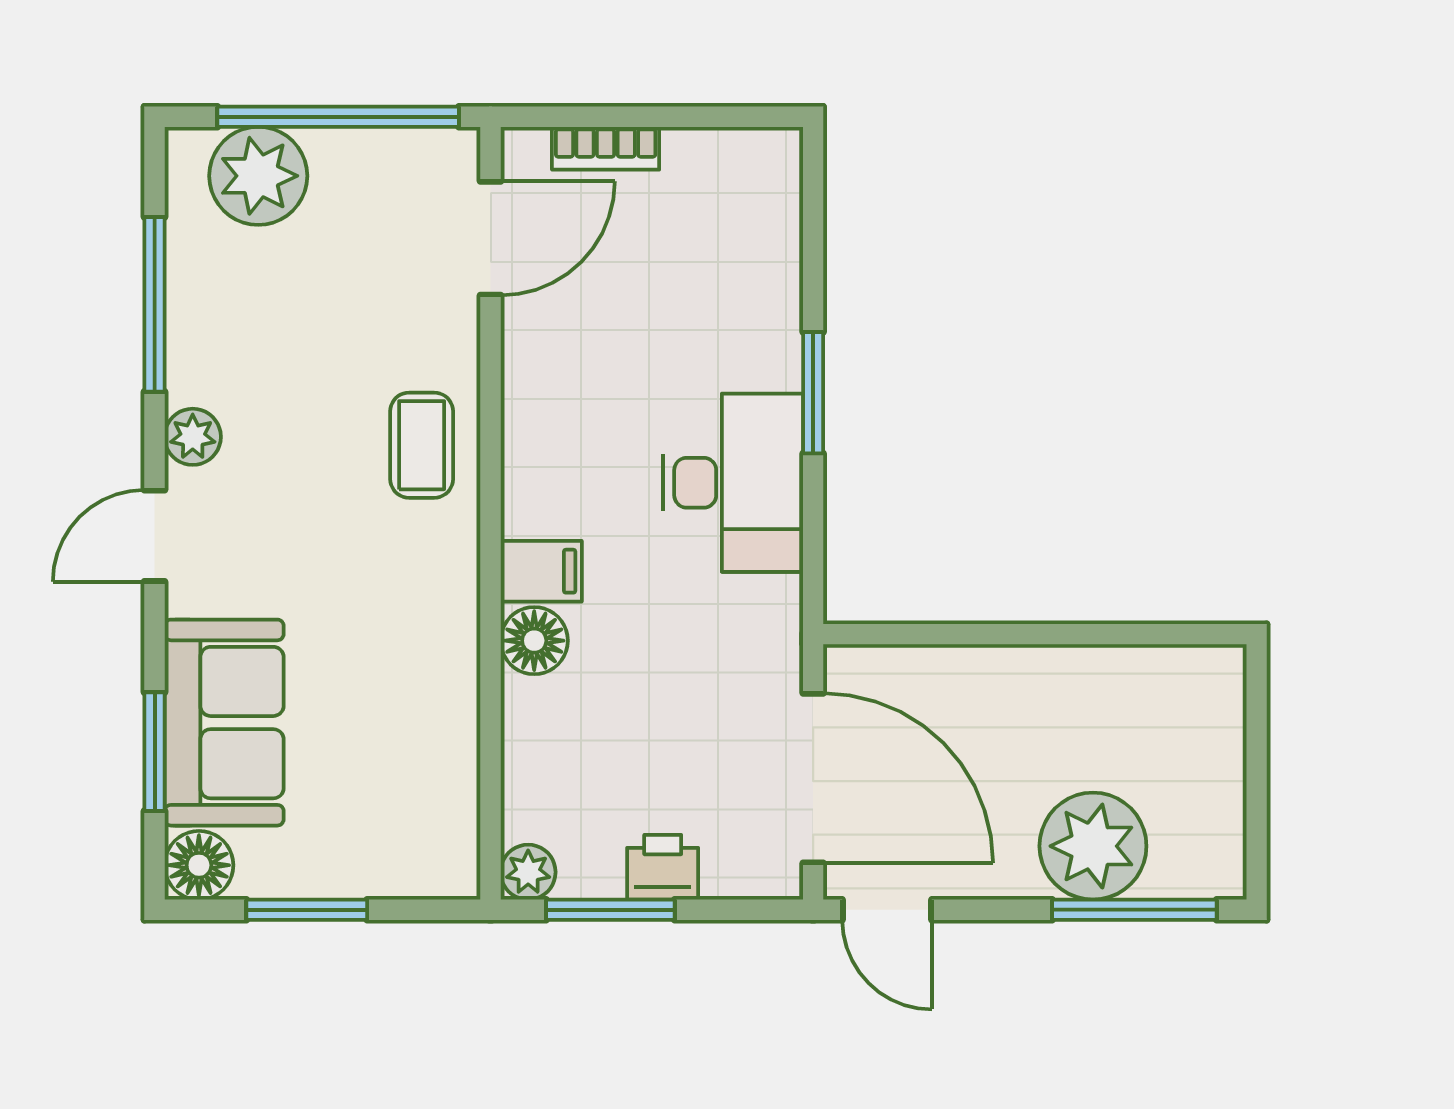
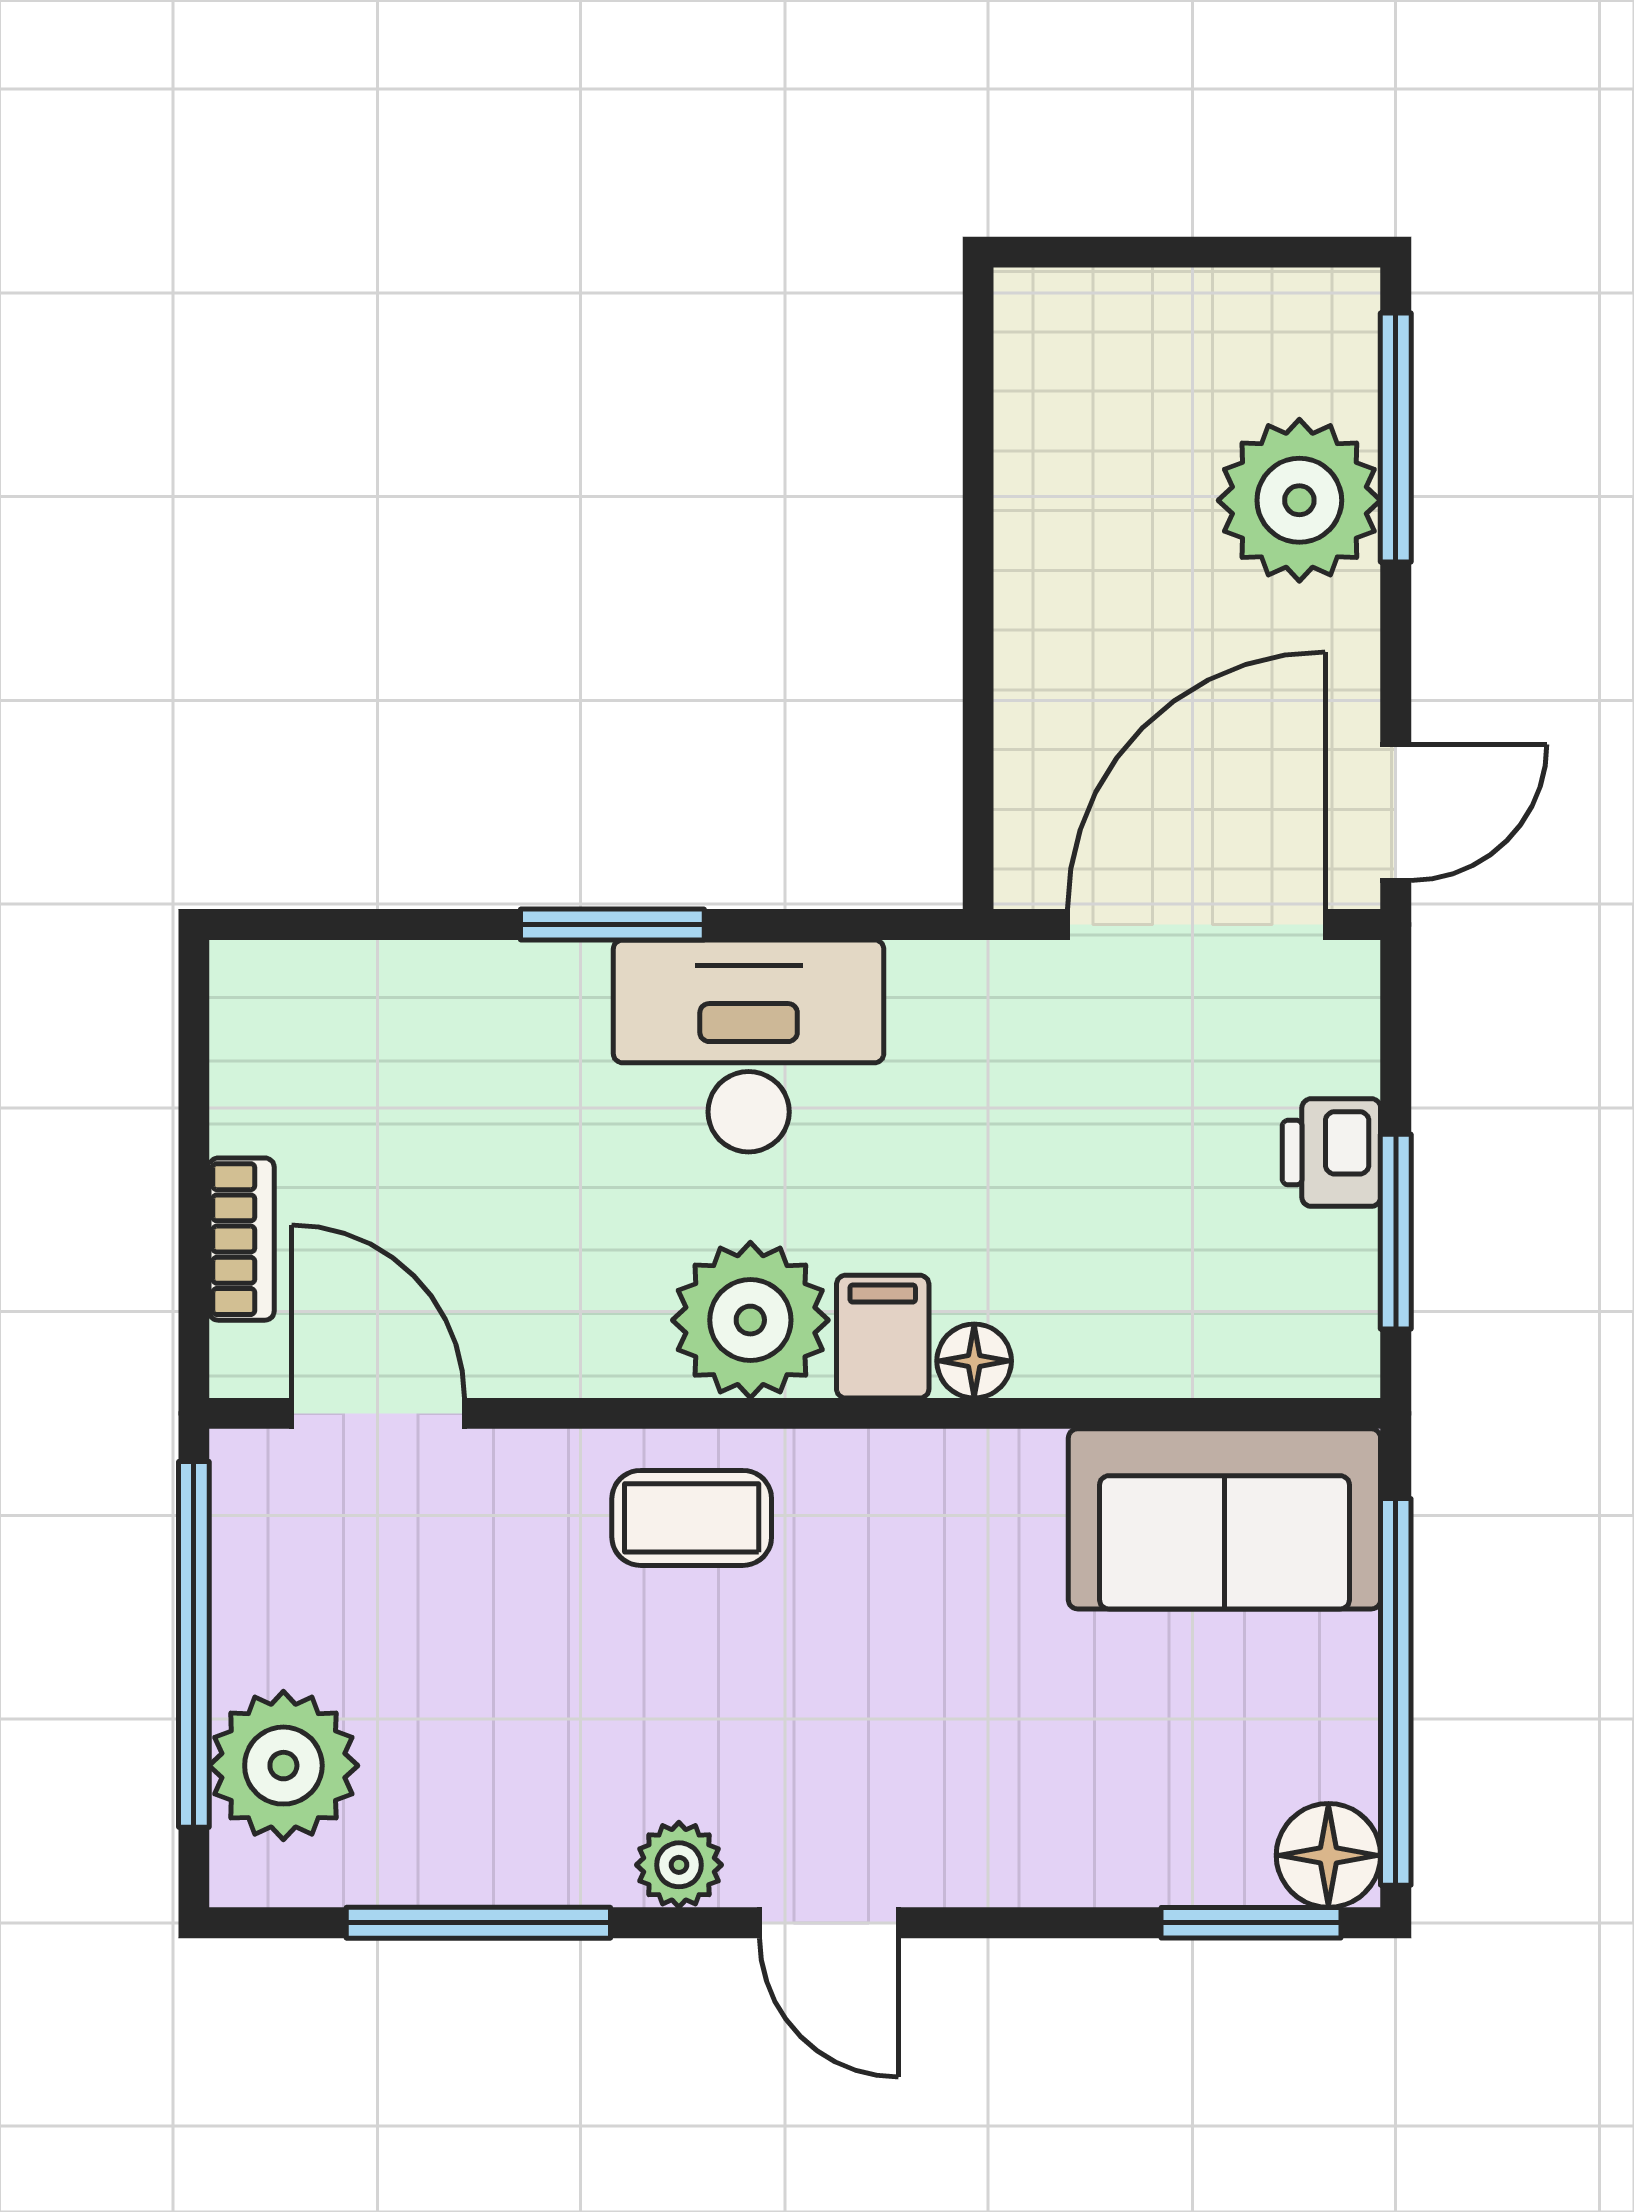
floor lamp: (534, 641) -> (974, 1361), width x0.73, depth x0.73
sofa: (224, 723) -> (1224, 1519), moved, turned 180
window: (155, 752) -> (1251, 1923), moved
plant: (528, 872) -> (750, 1320), moved, width x1.88, depth x1.88
window: (307, 910) -> (1396, 1692), width x2.11

